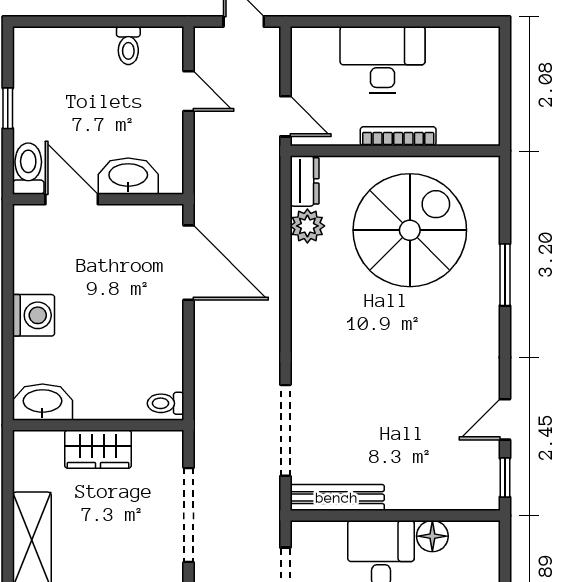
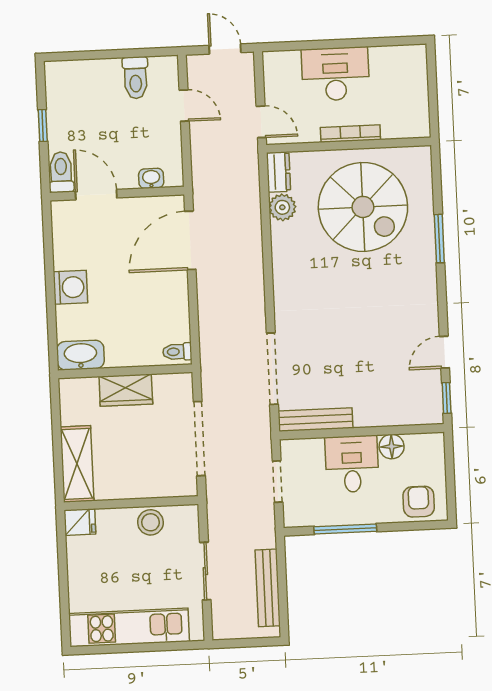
toilet: (128, 46) -> (135, 78), width x1.37, depth x1.39
washbasin: (128, 176) -> (151, 178), width x0.52, depth x0.69
spiral stairs: (410, 230) -> (363, 207), turned 90
door: (189, 263) -> (190, 240), swing flipped

